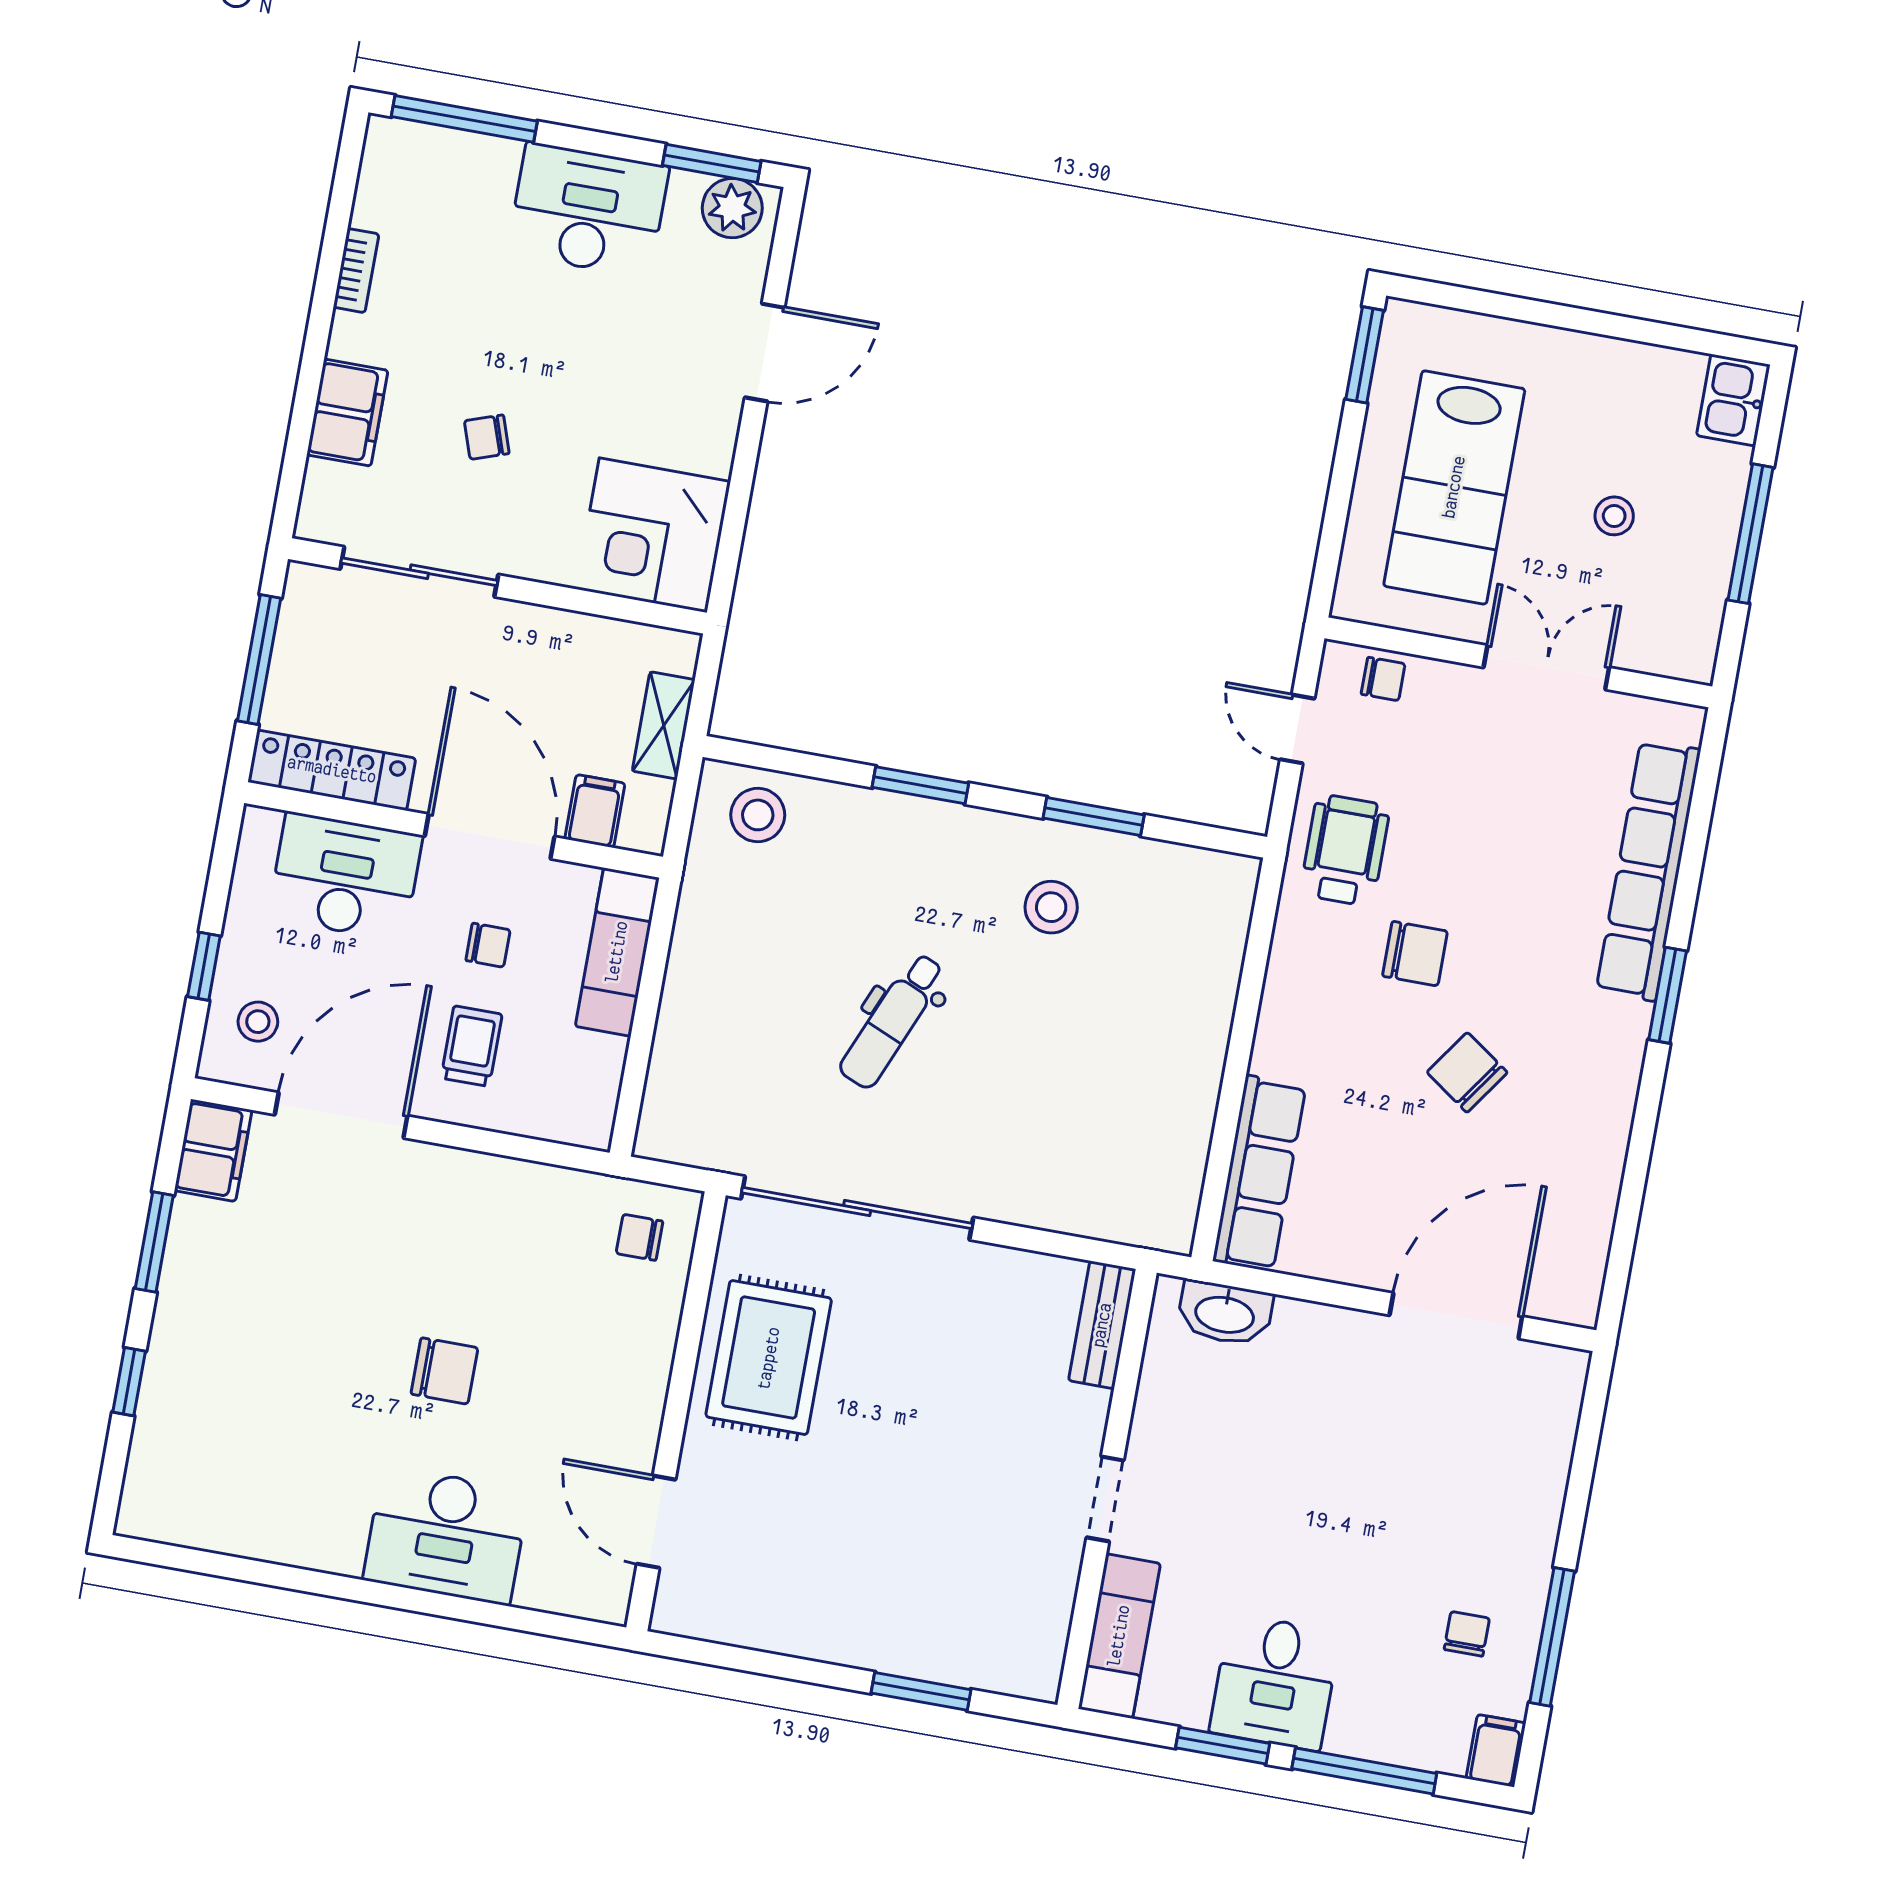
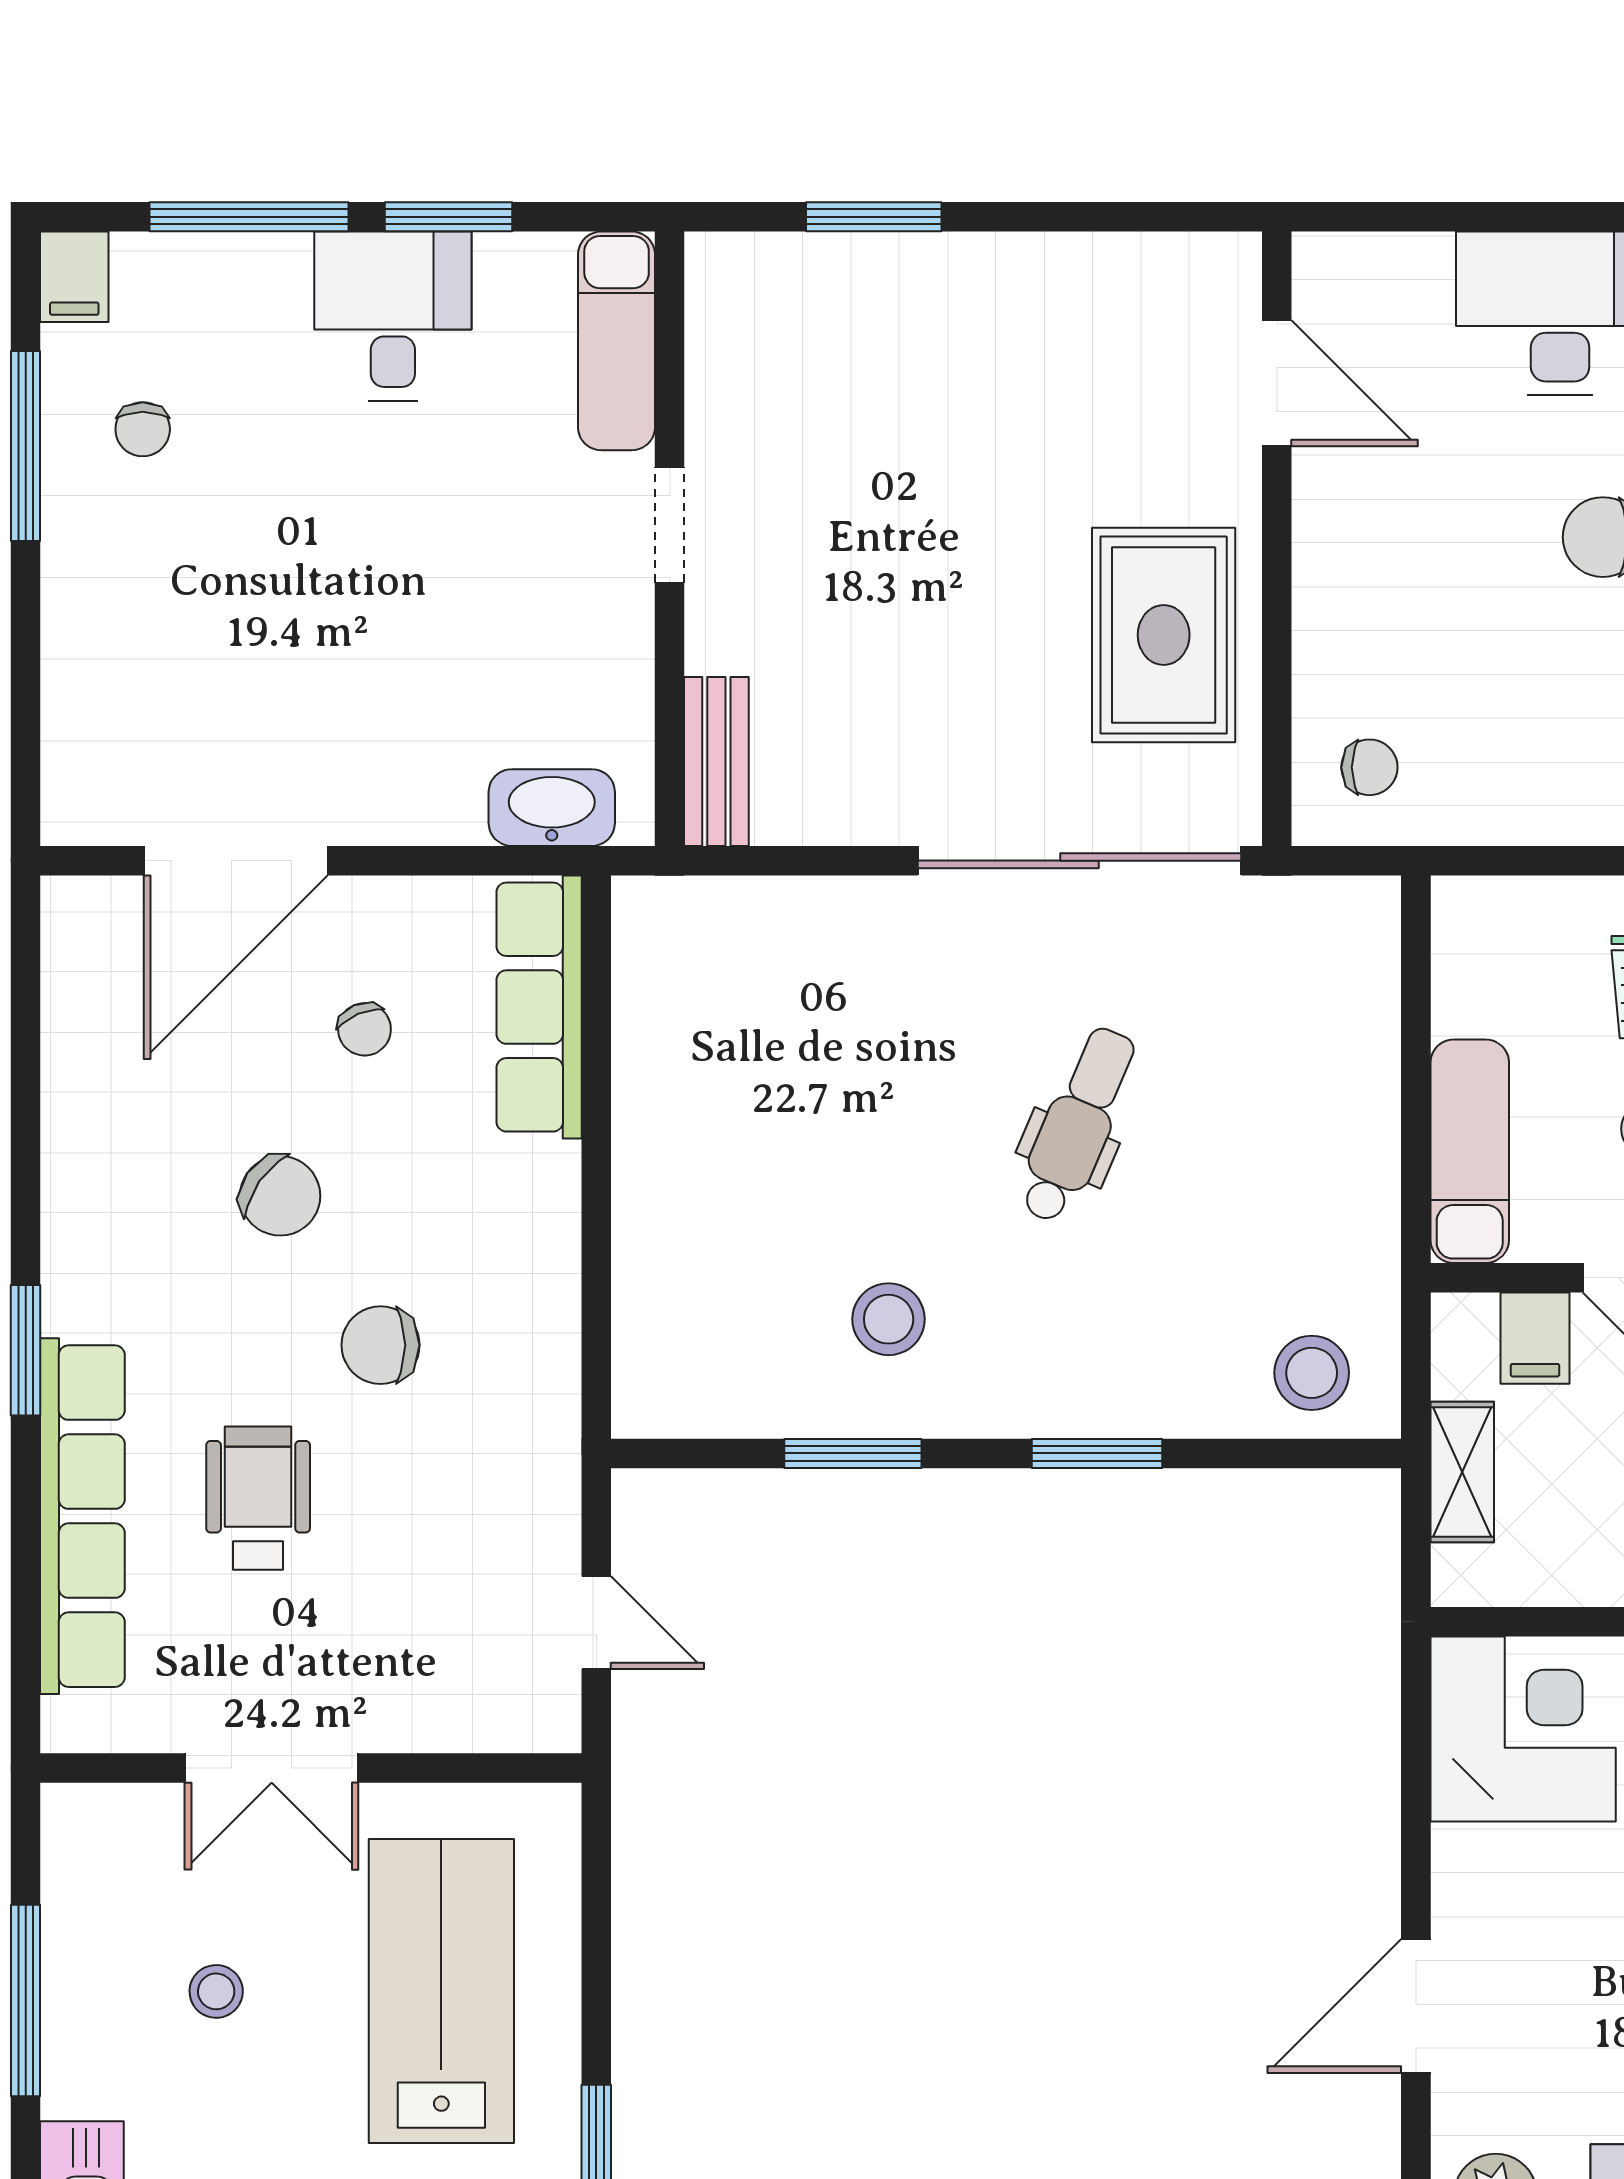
chair: (1383, 679) -> (364, 1029), moved, turned -113
wheelchair: (1345, 850) -> (258, 1498), moved, turned 180

